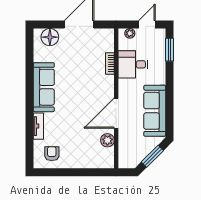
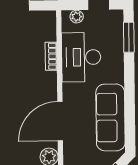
desk: (133, 64) -> (81, 57), width x1.37

